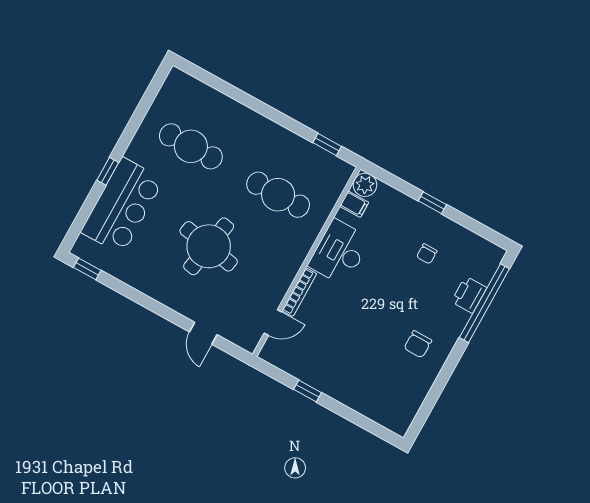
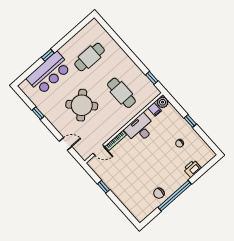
cafe table: (191, 146) -> (90, 57), turned 90
round table: (209, 246) -> (82, 105), turned 36
window: (87, 269) -> (38, 113), moved
window: (484, 303) -> (175, 196), moved
door: (203, 333) -> (65, 144), swing flipped
chair: (418, 344) -> (159, 193), moved

